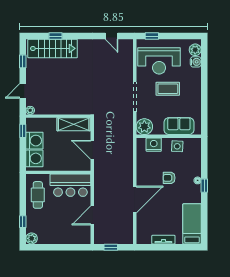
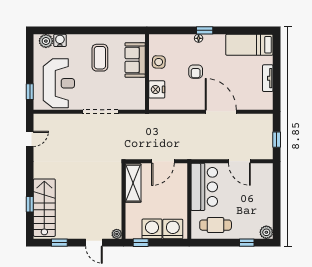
coffee table: (168, 89) -> (100, 58), moved
plant: (144, 127) -> (136, 100), removed

